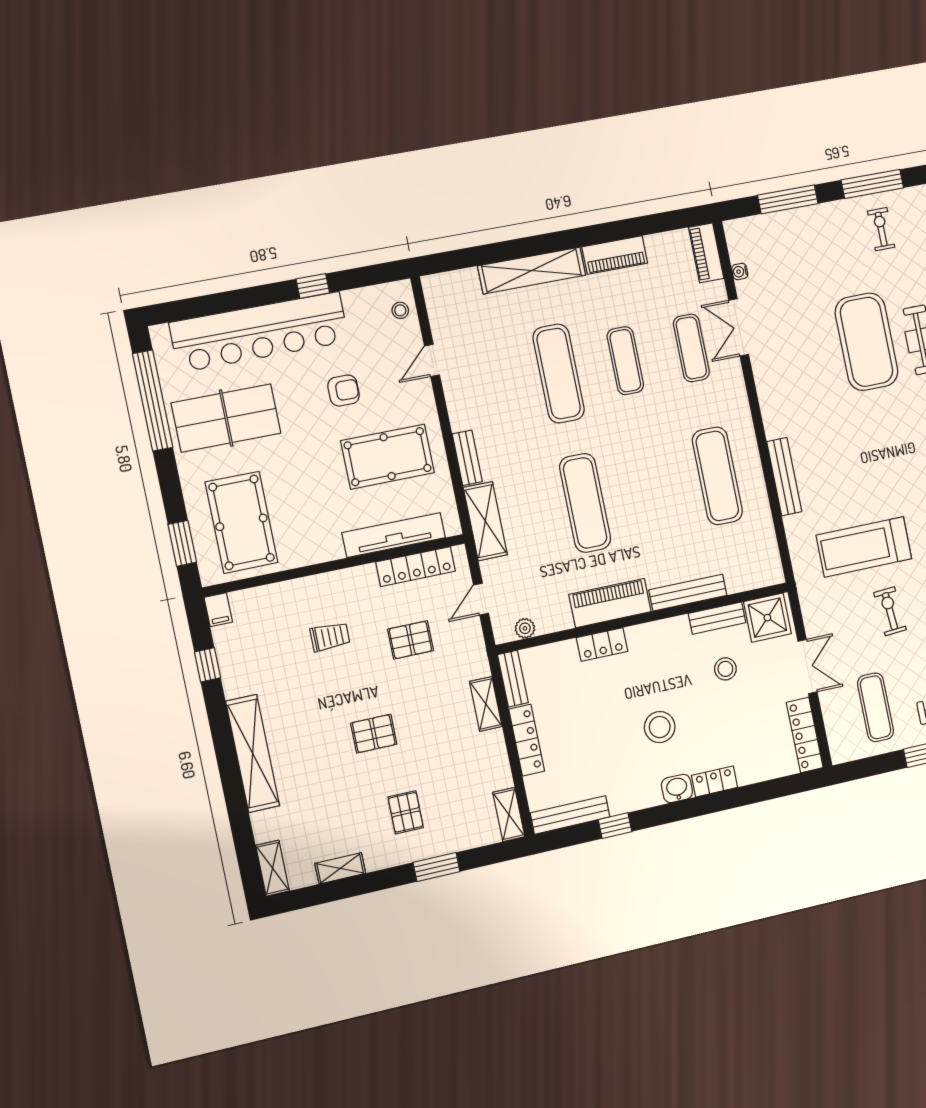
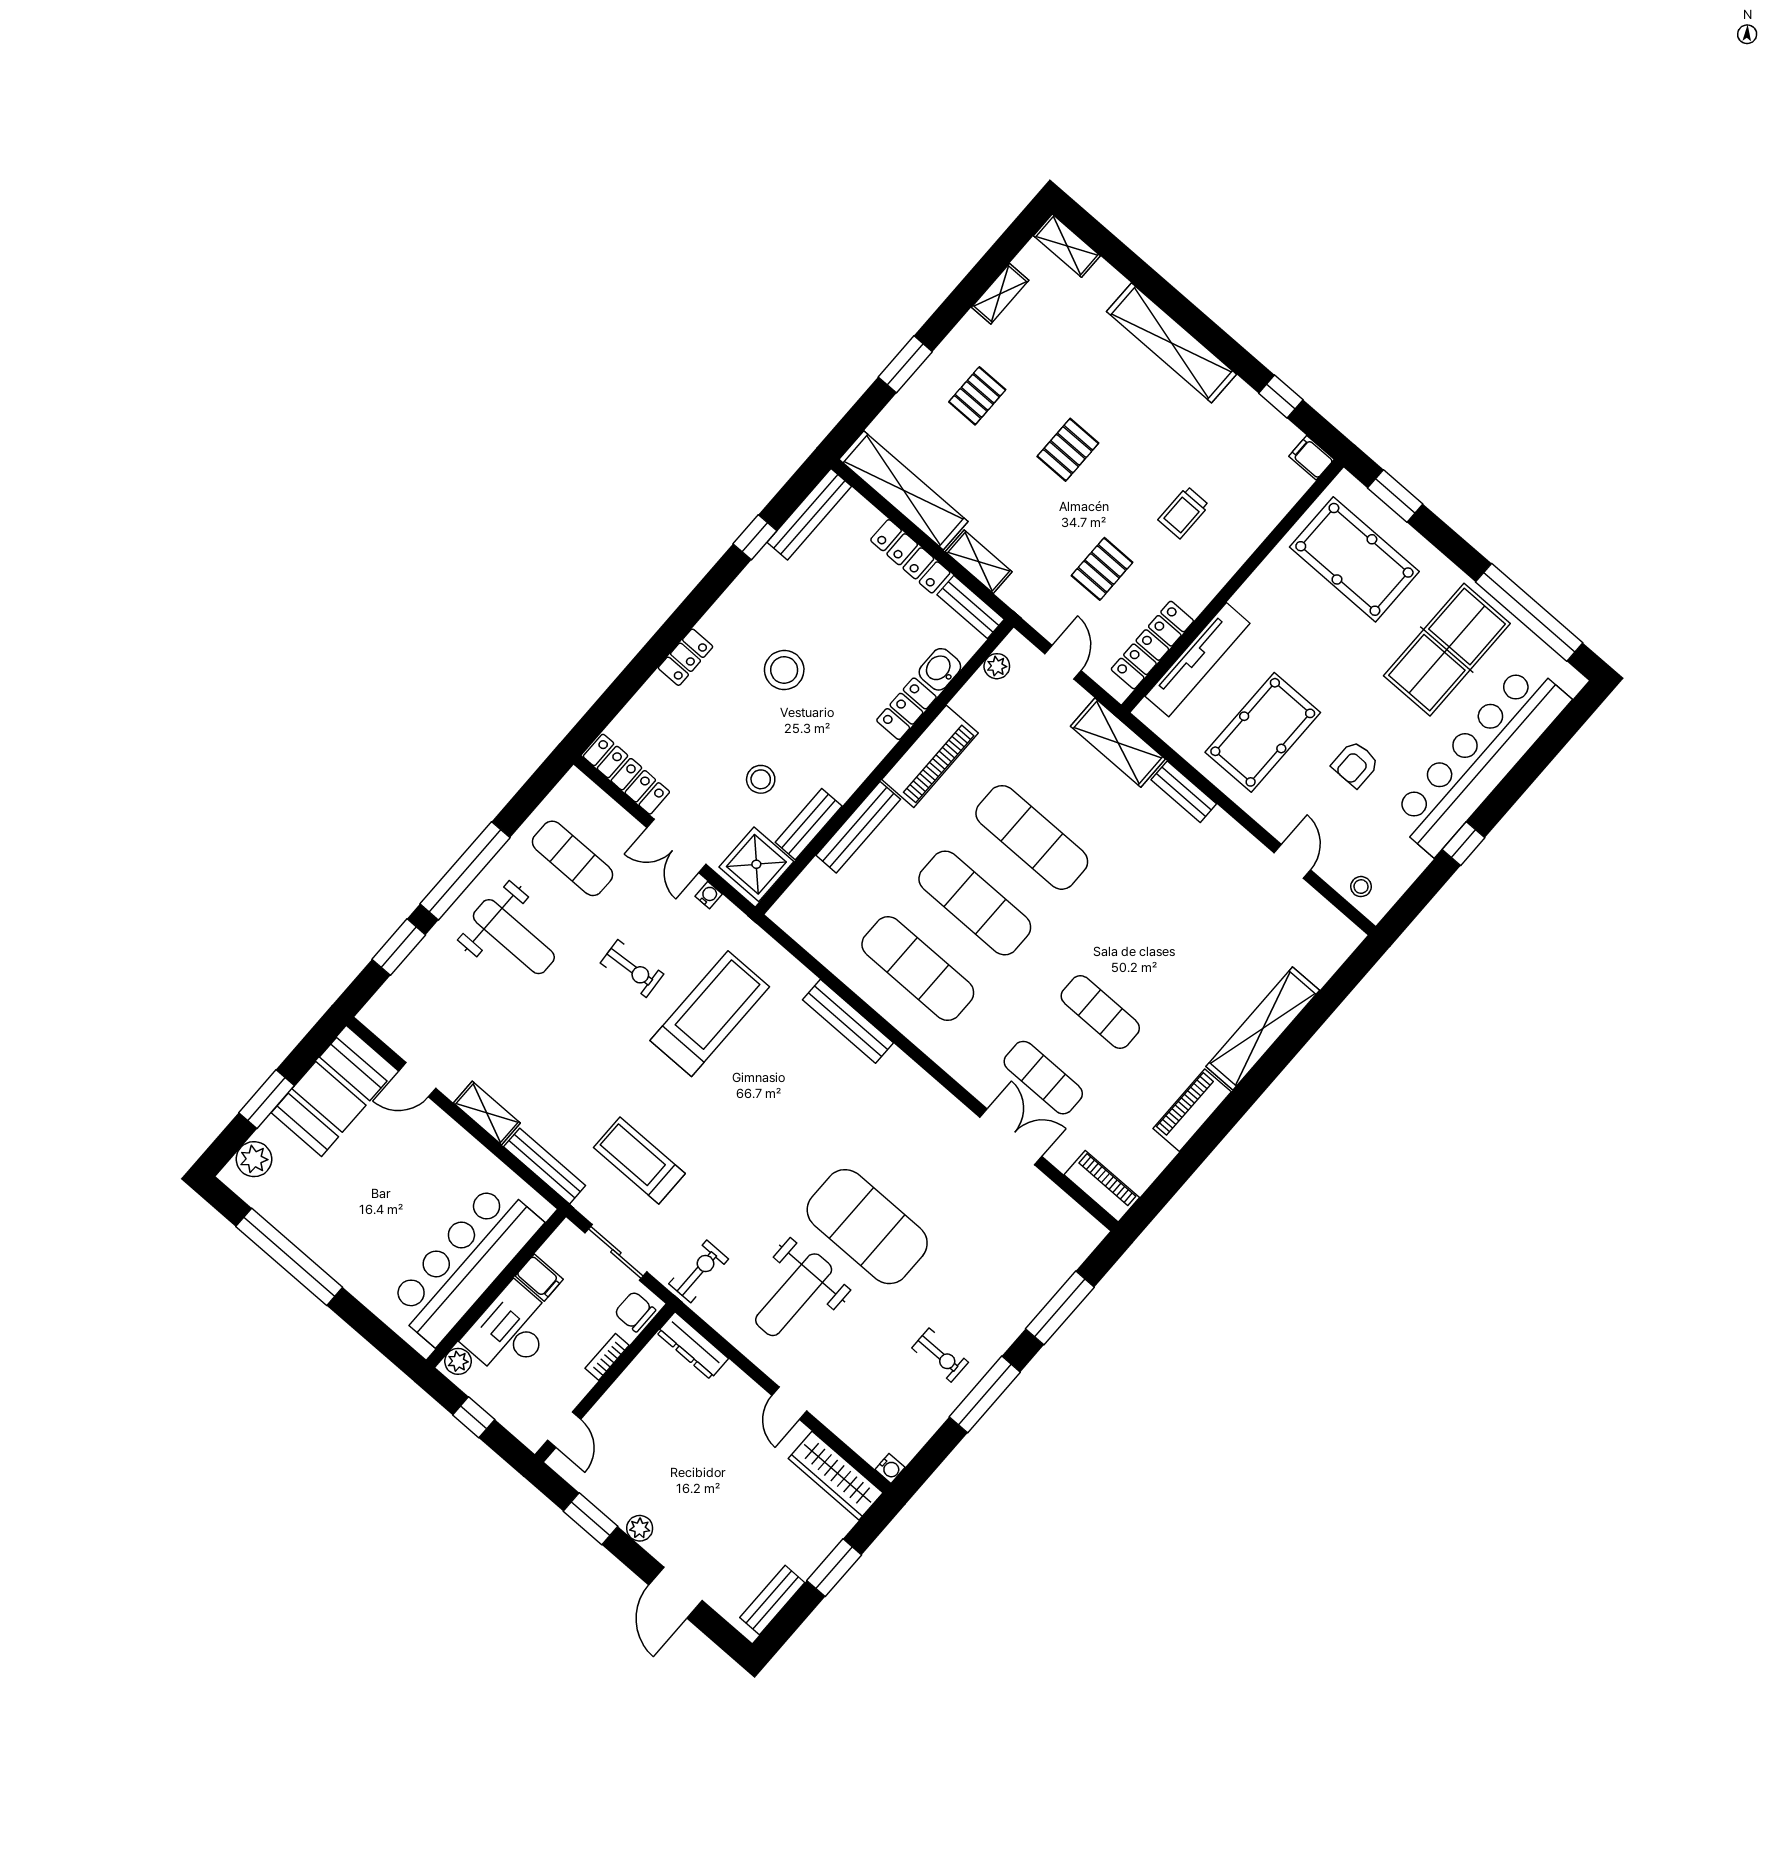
water cooler: (740, 271) -> (709, 895), moved
exercise mat: (559, 374) -> (975, 903), moved
washbasin: (677, 788) -> (940, 669), moved, turned 180
pallet: (406, 812) -> (977, 396), turned 90
shelving: (509, 815) -> (904, 490), width x2.20, depth x1.33

